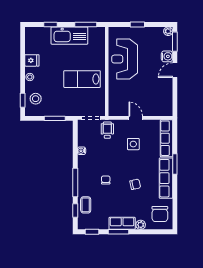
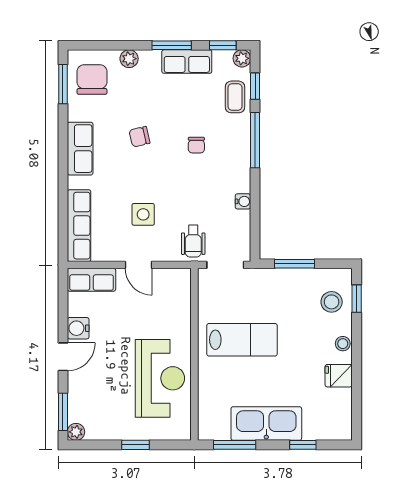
water cooler: (167, 56) -> (78, 328), moved
row of seats: (160, 110) -> (91, 280), added
window: (175, 164) -> (63, 84), moved
row of seats: (166, 178) -> (80, 149), width x0.68
row of seats: (122, 223) -> (187, 62), moved
plant: (82, 225) -> (242, 58), added

